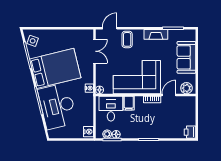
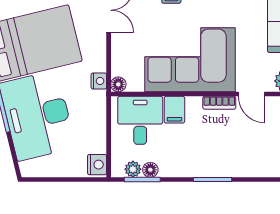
door: (169, 95) -> (252, 94), swing flipped

